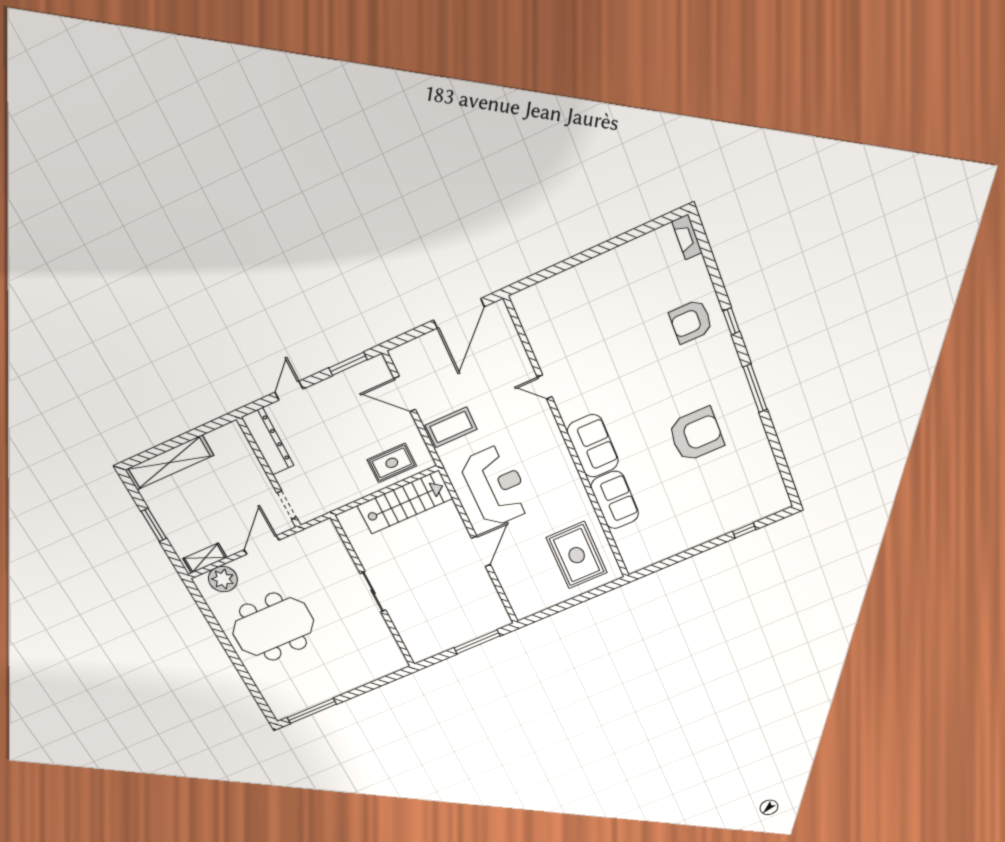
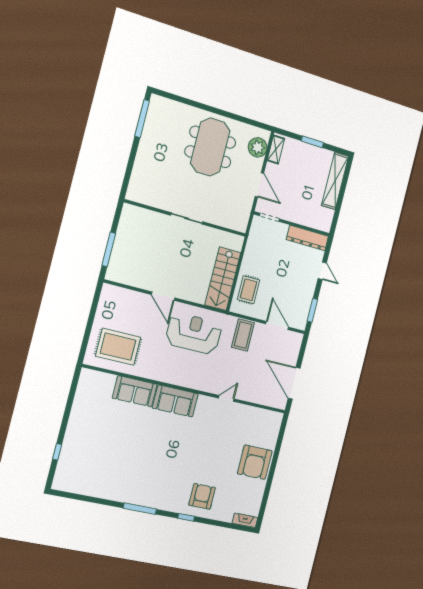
door: (405, 394) -> (277, 326), hinge flipped
armchair: (696, 435) -> (255, 462), moved
reception desk: (496, 486) -> (194, 333), turned 180

